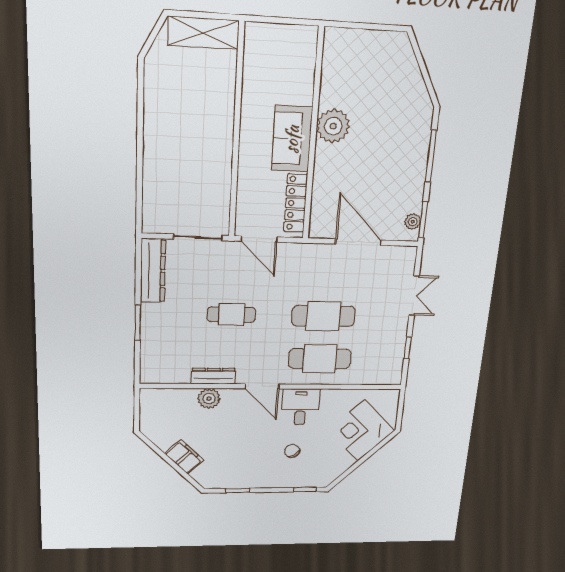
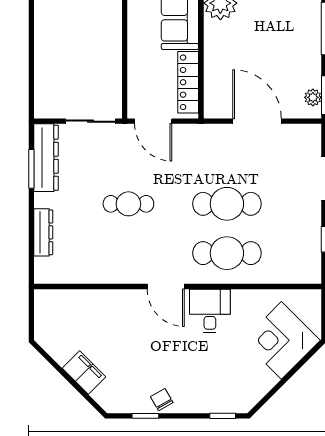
window: (138, 323) -> (31, 169), moved
dresser: (213, 376) -> (43, 232), moved, turned 90
plant: (209, 399) -> (109, 301), removed
chair: (292, 451) -> (162, 400), moved

